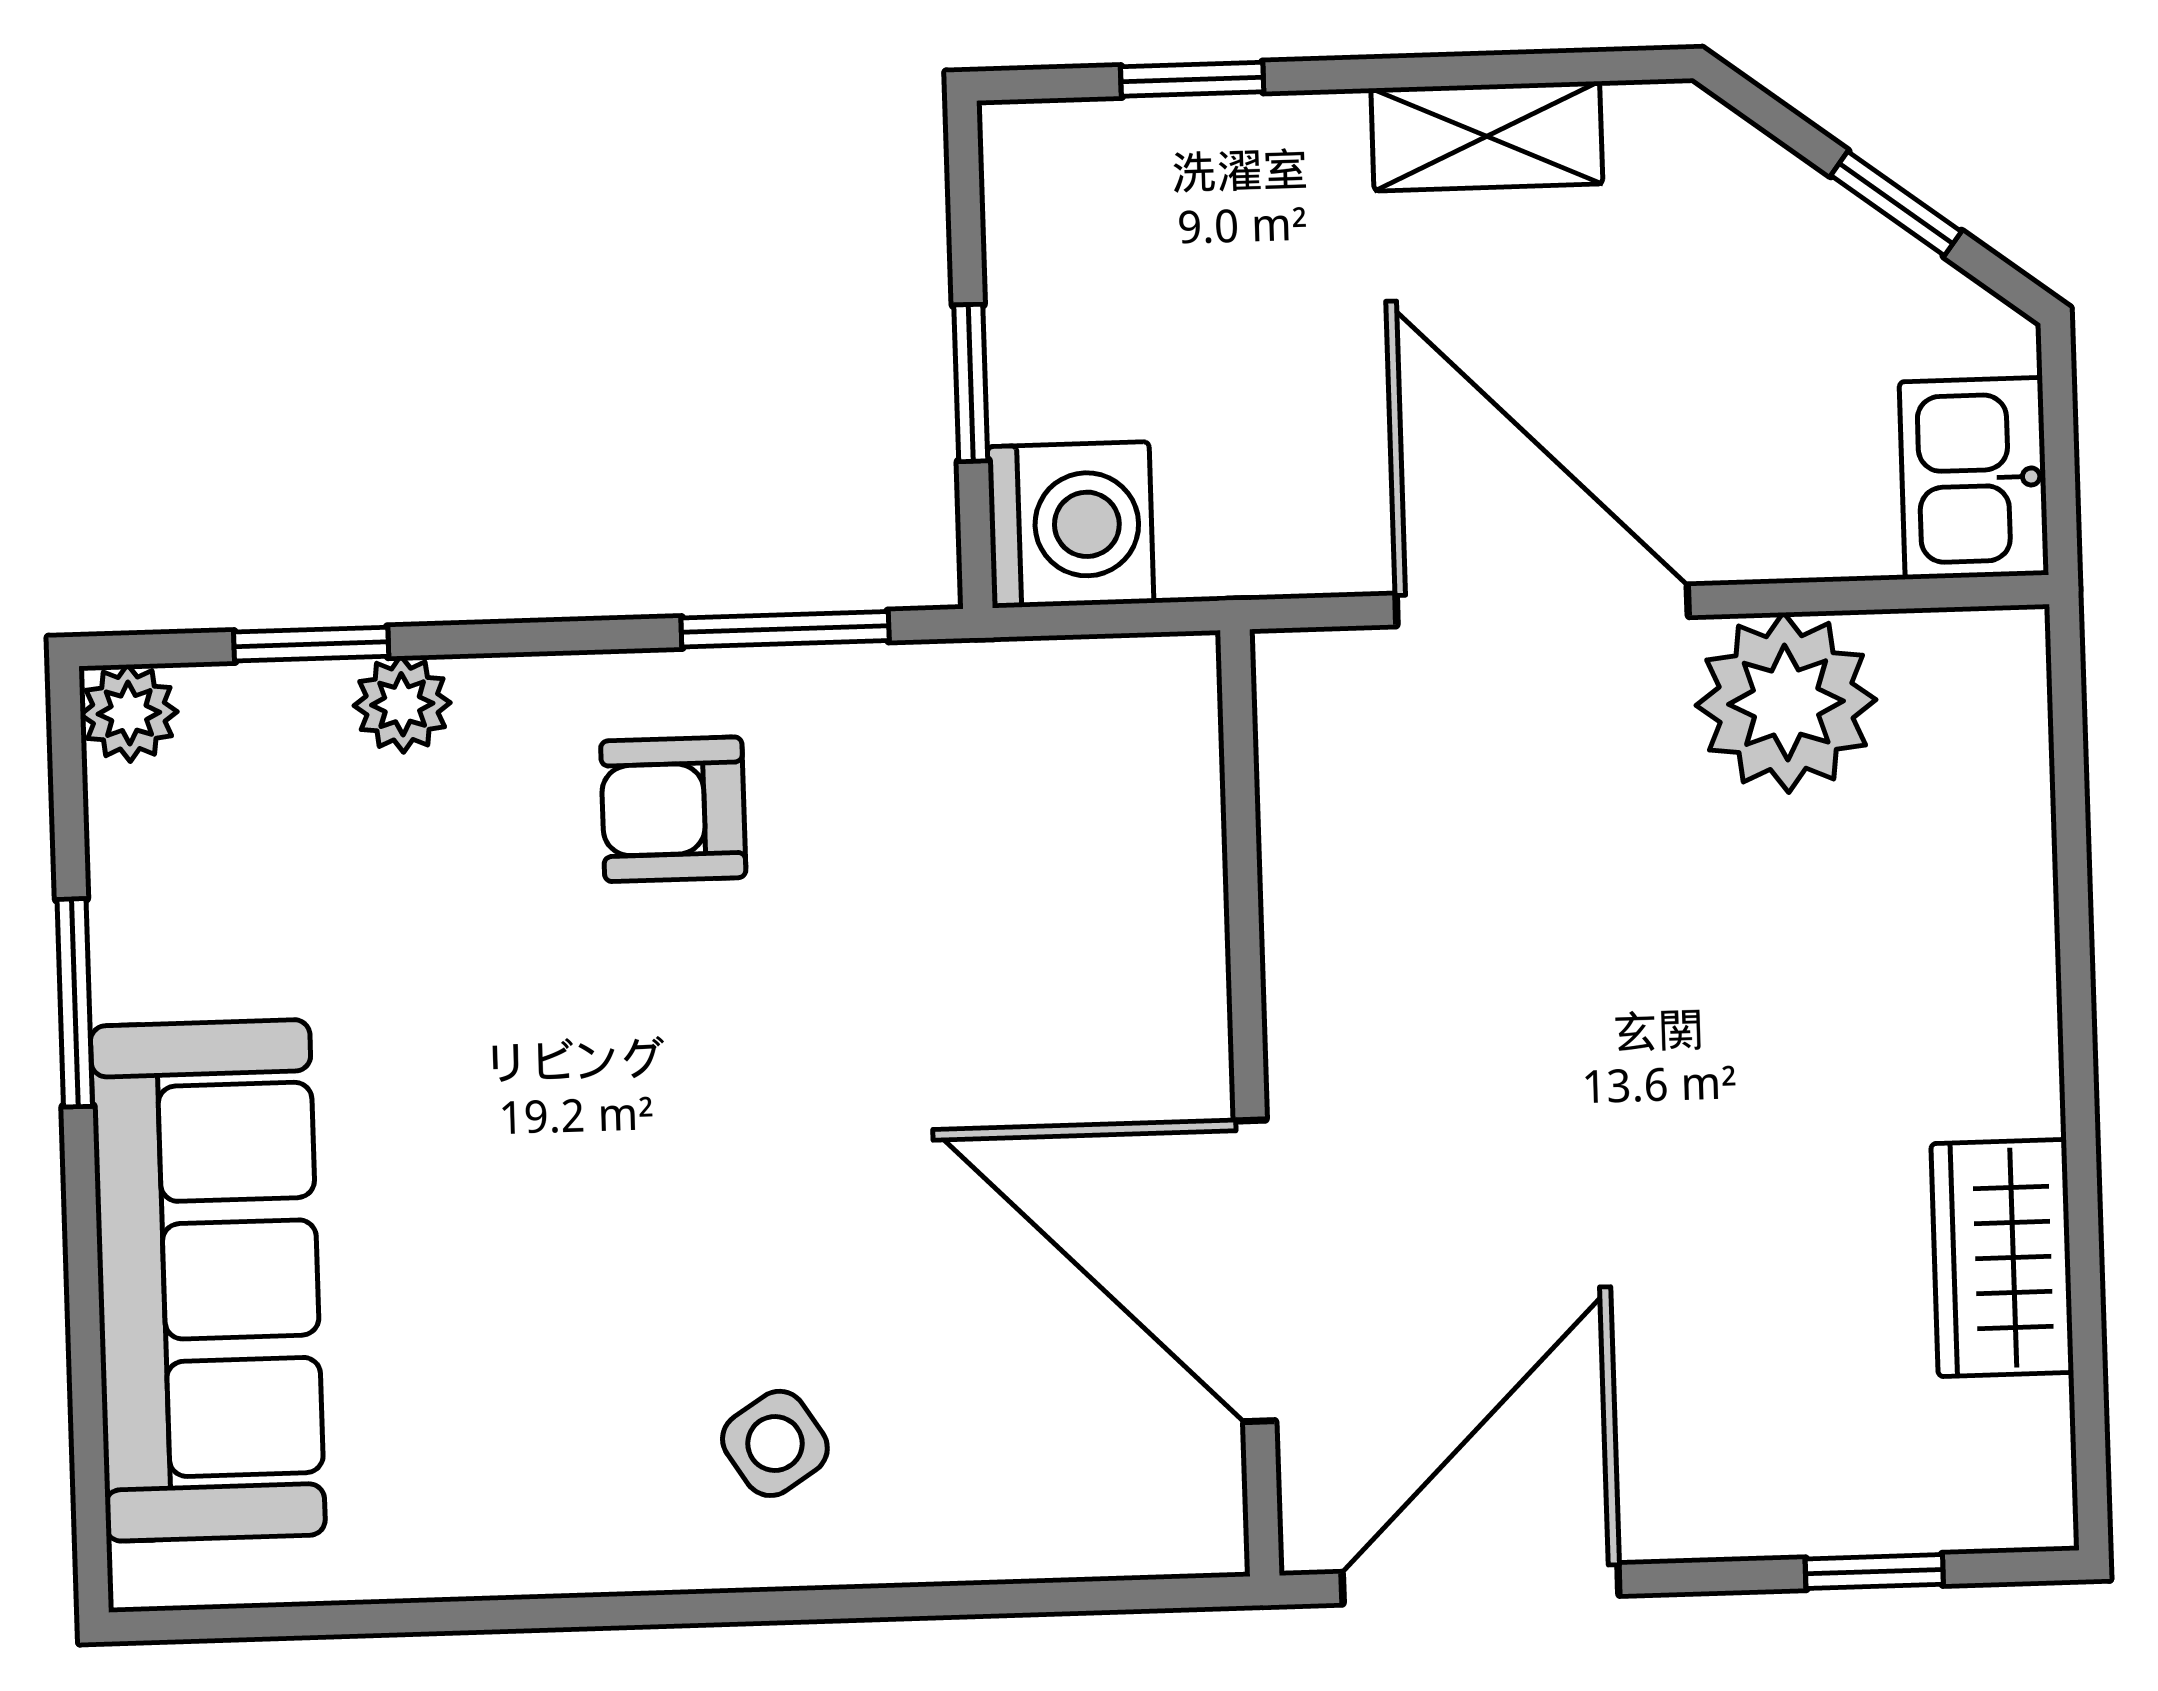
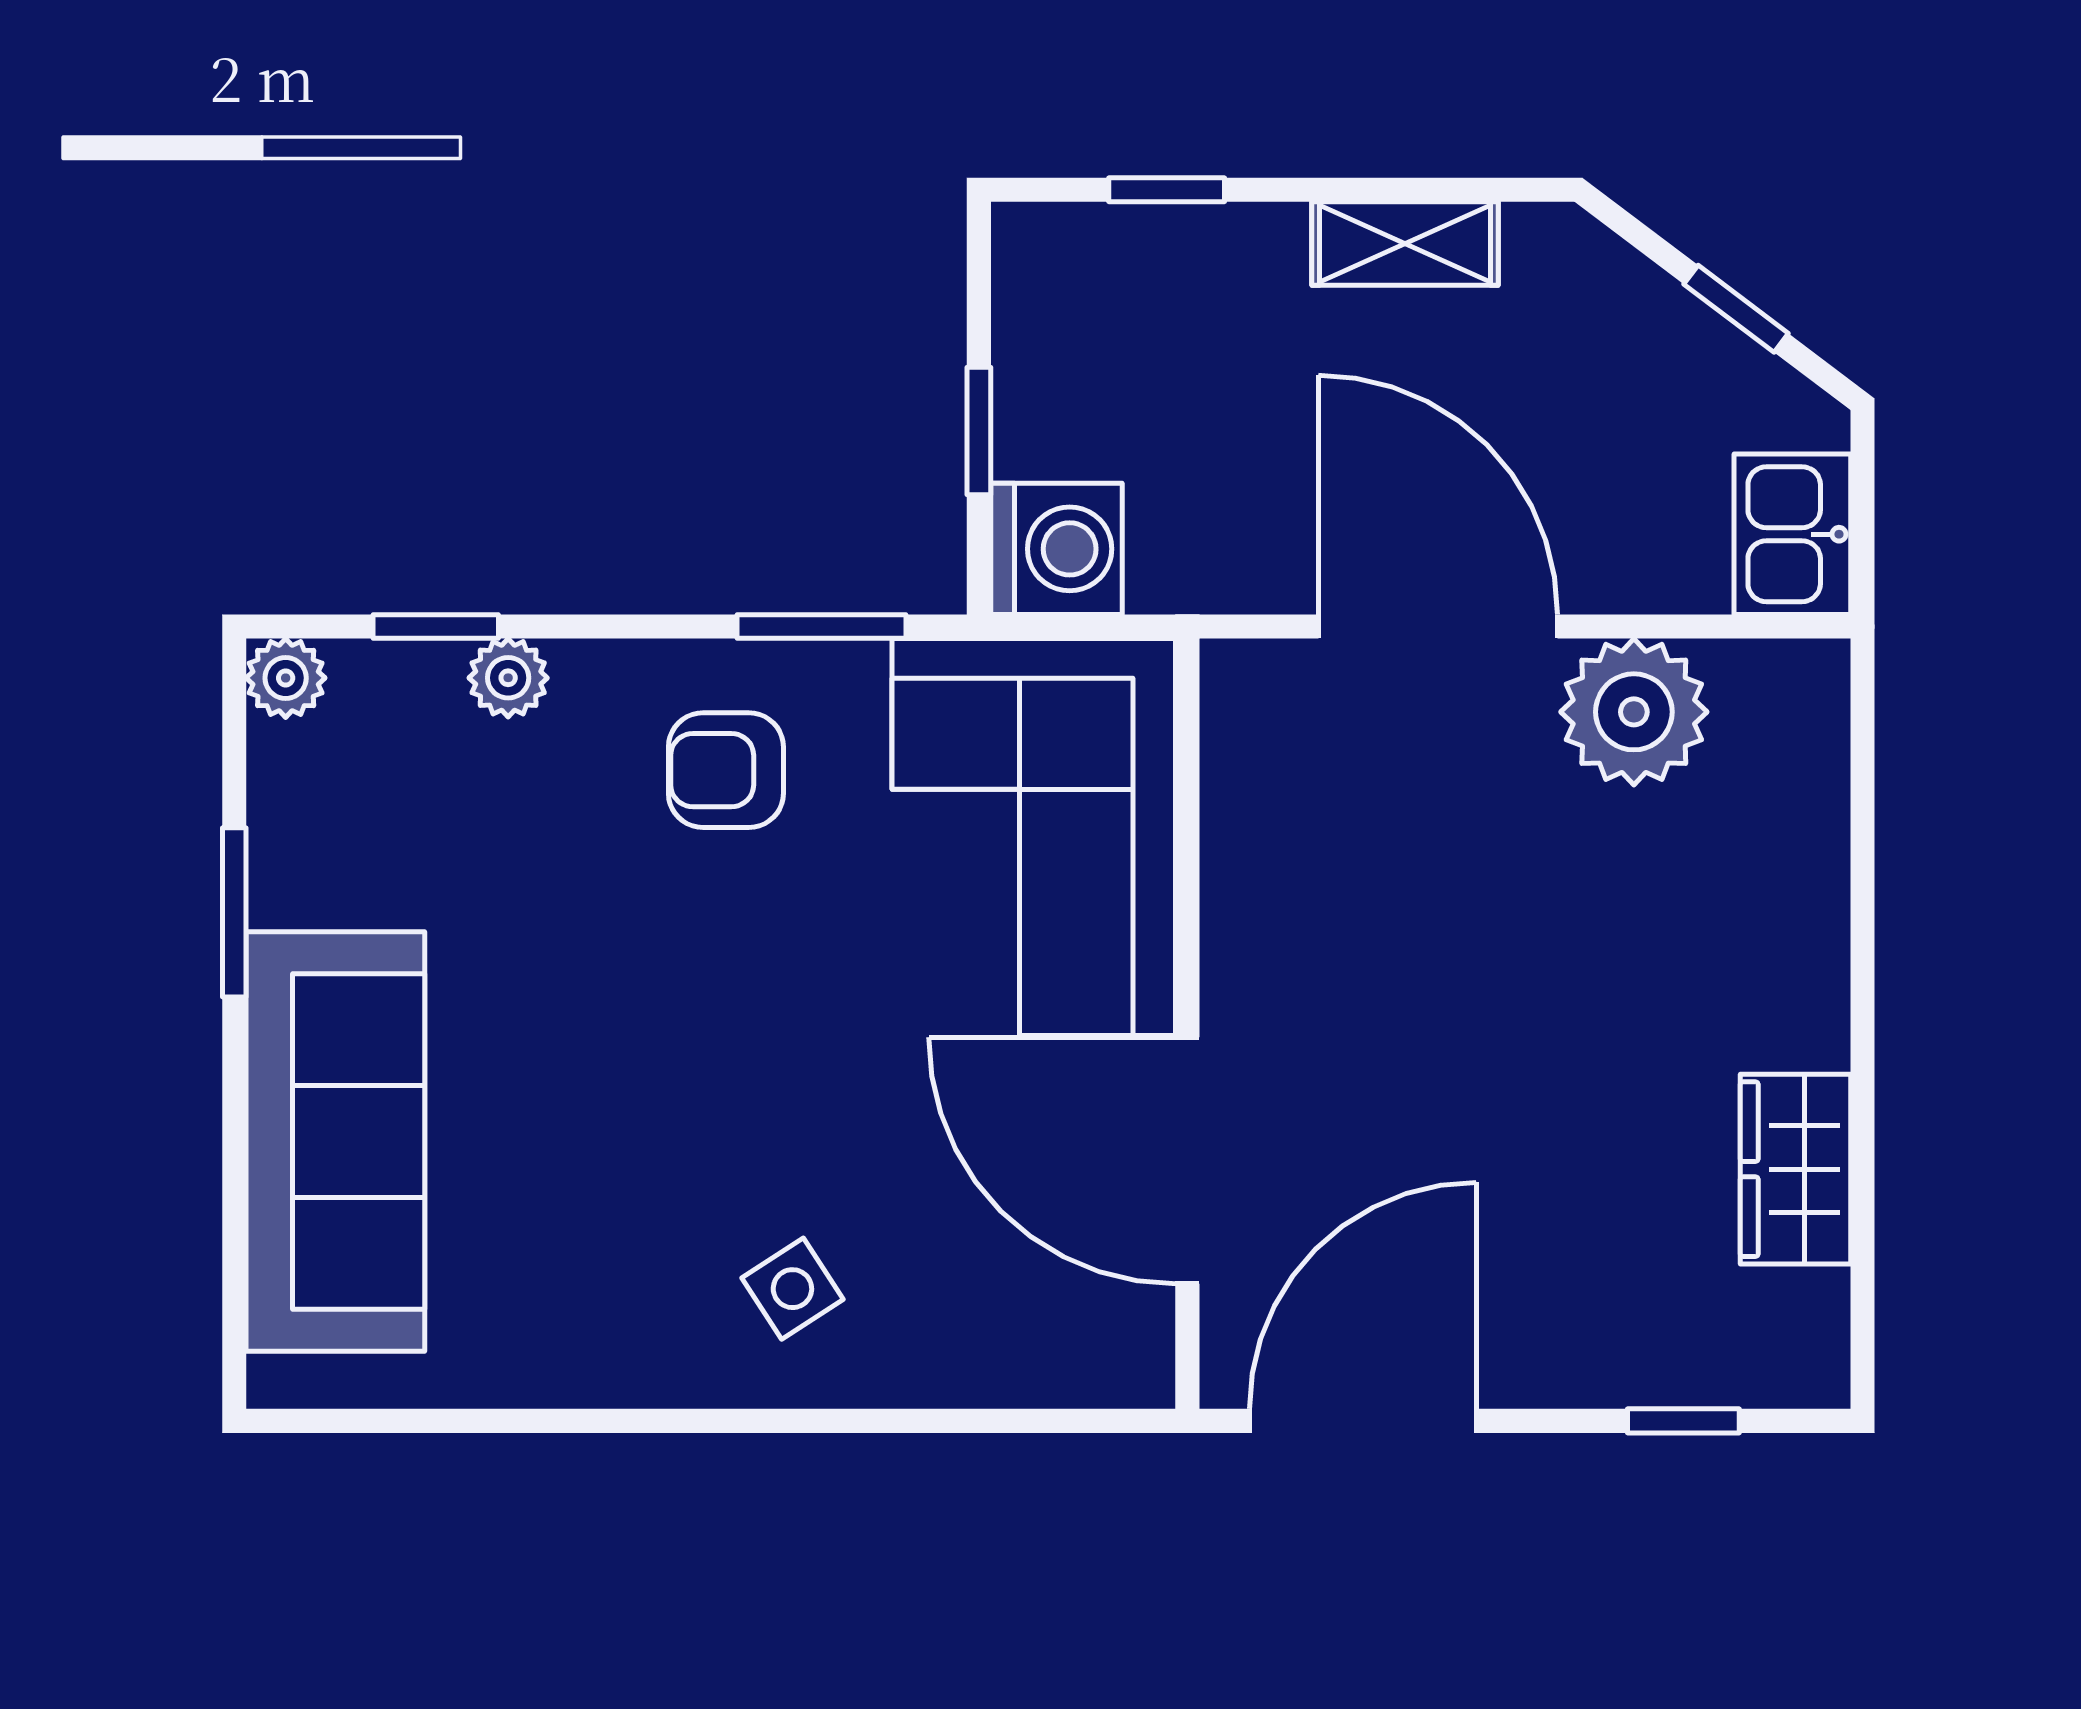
corner sofa: (1054, 879) -> (1034, 837), added

